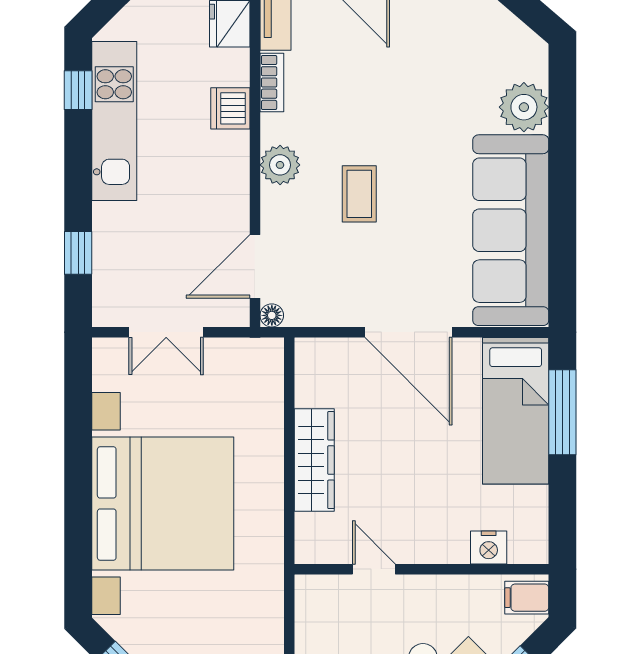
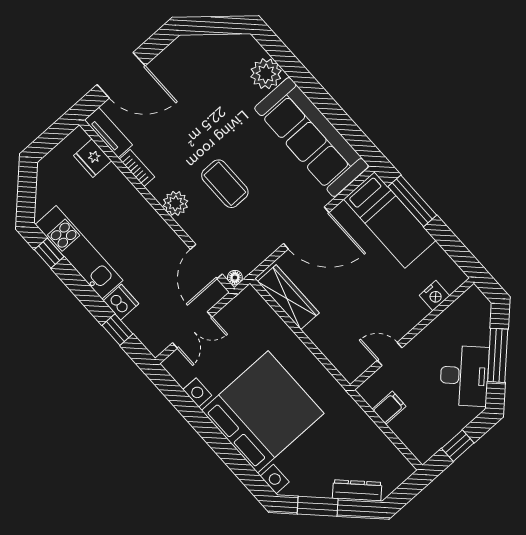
dishwasher: (230, 108) -> (121, 302), moved, turned 180
coffee table: (359, 194) -> (225, 184), width x1.36, depth x1.30
wardrobe: (314, 460) -> (288, 297), moved
filing cabinet: (527, 598) -> (389, 408), moved, turned 180

